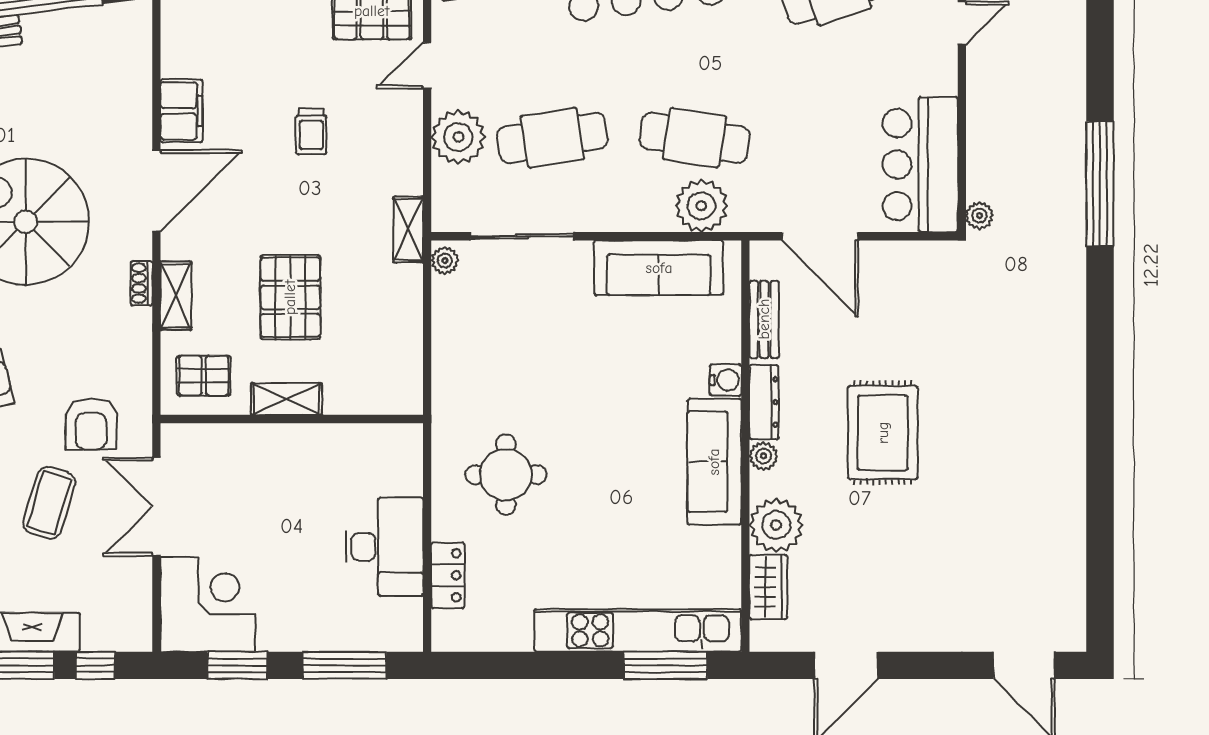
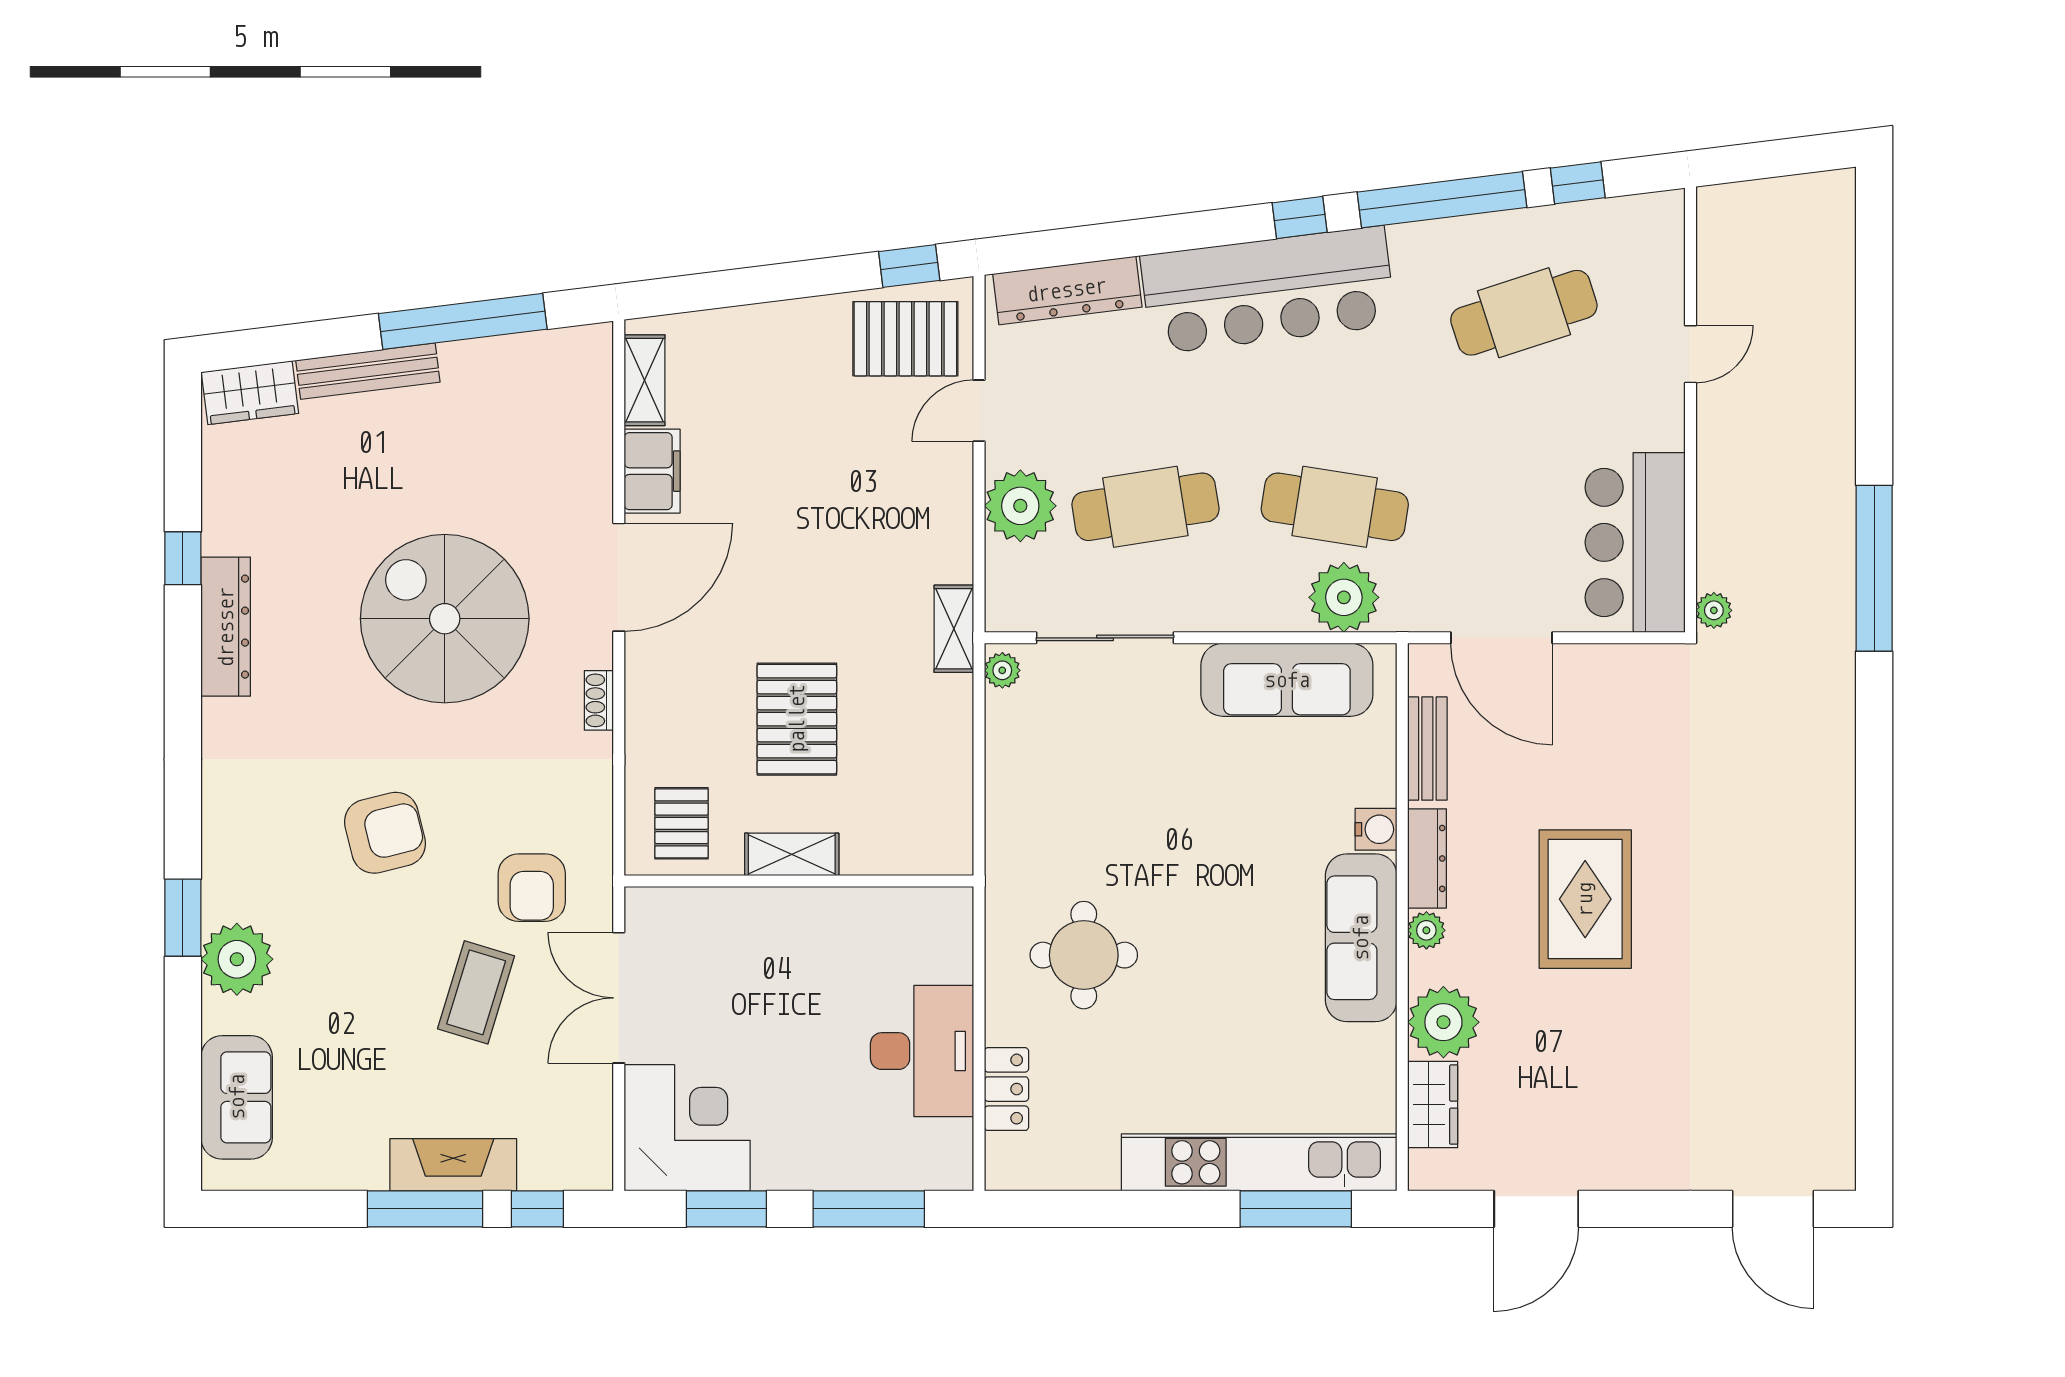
trolley: (311, 132) -> (825, 499), removed
shelving: (176, 296) -> (645, 380), moved
pallet: (204, 376) -> (682, 823), turned 90

